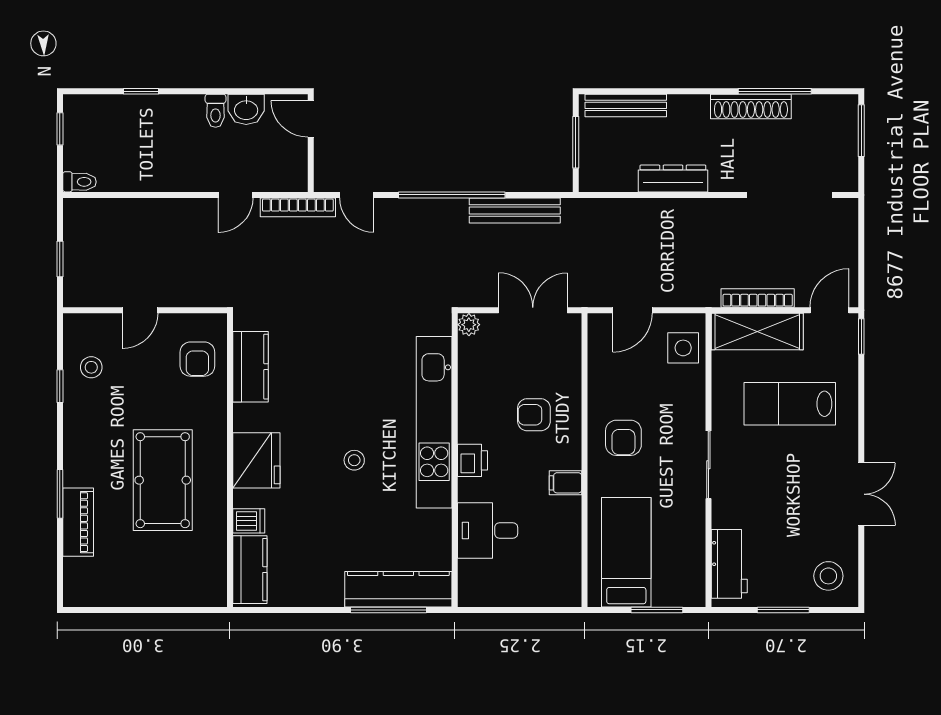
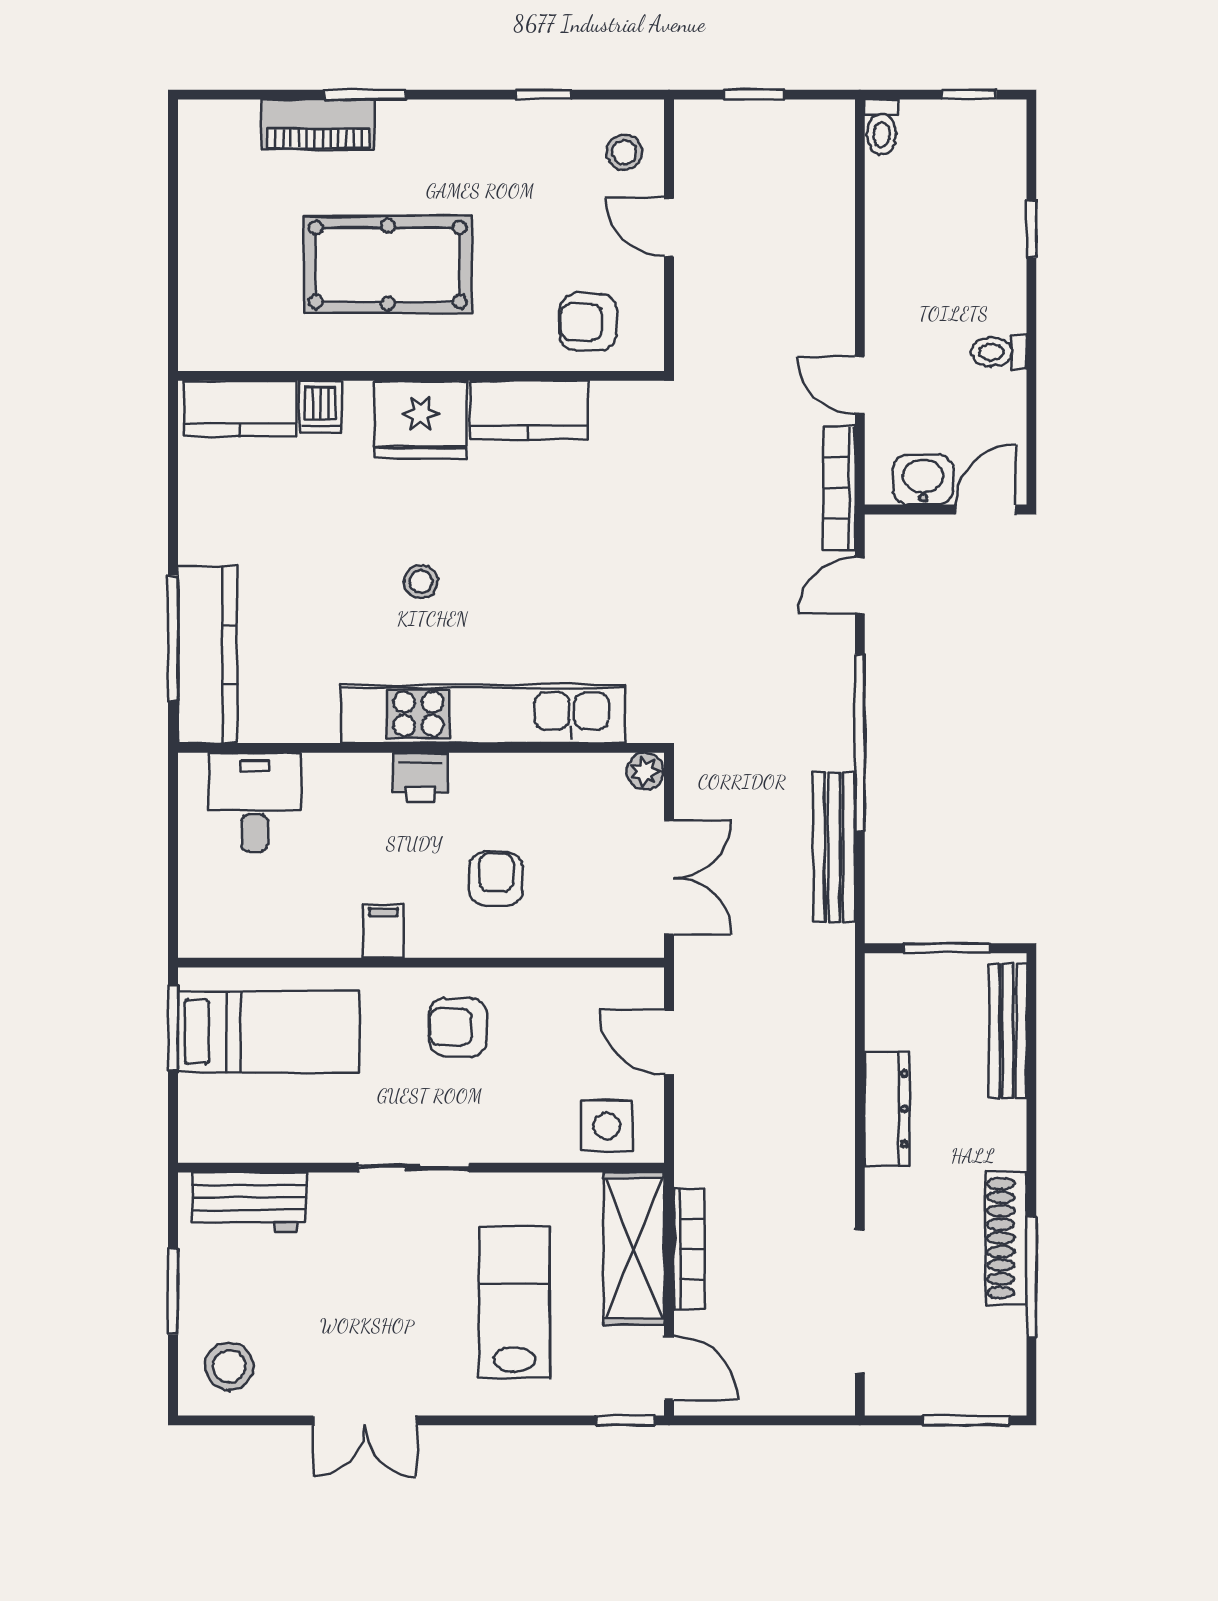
washbasin: (246, 109) -> (923, 480), moved, turned 90
stool: (91, 367) -> (624, 152), moved
kitchen counter: (251, 367) -> (529, 410), moved
desk: (488, 531) -> (255, 802), moved
window: (657, 610) -> (173, 1028), moved

